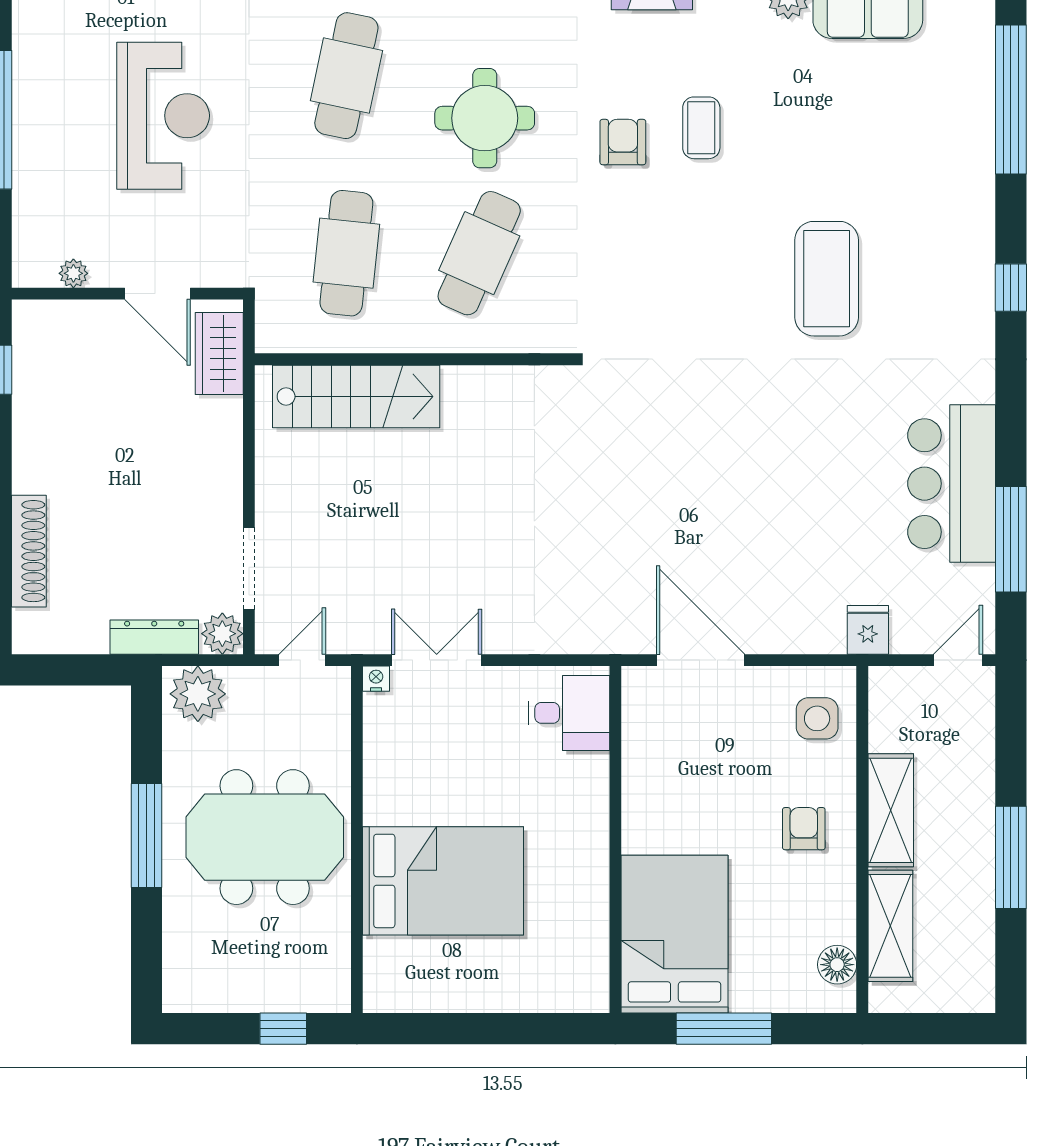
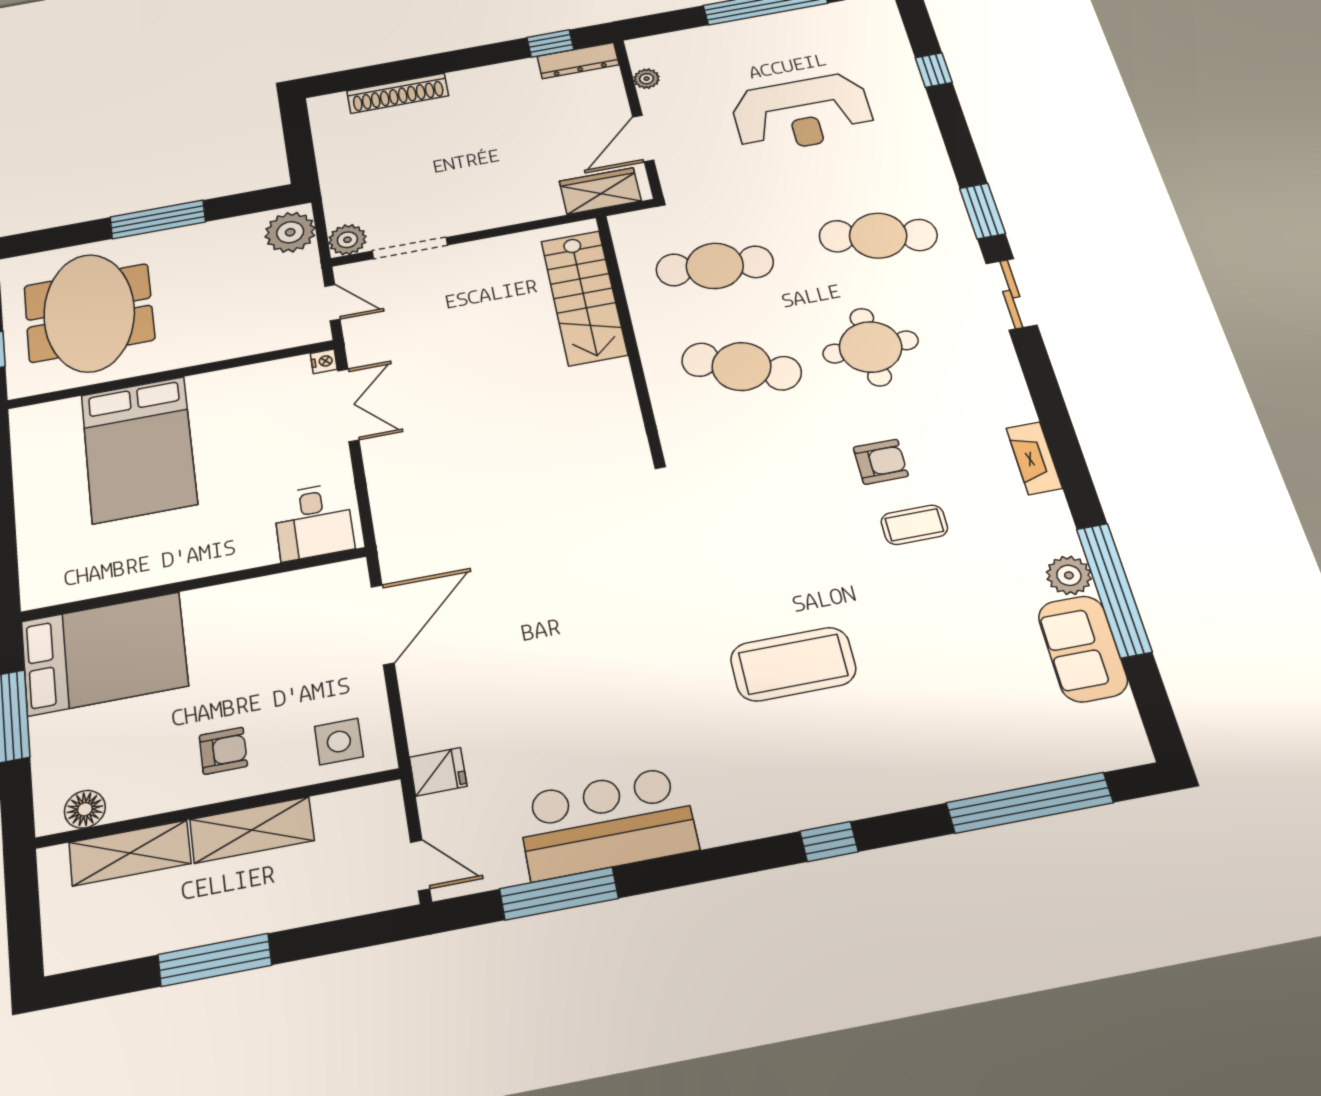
dresser: (154, 637) -> (578, 61), moved, turned 90
meeting table: (265, 837) -> (89, 313), moved

